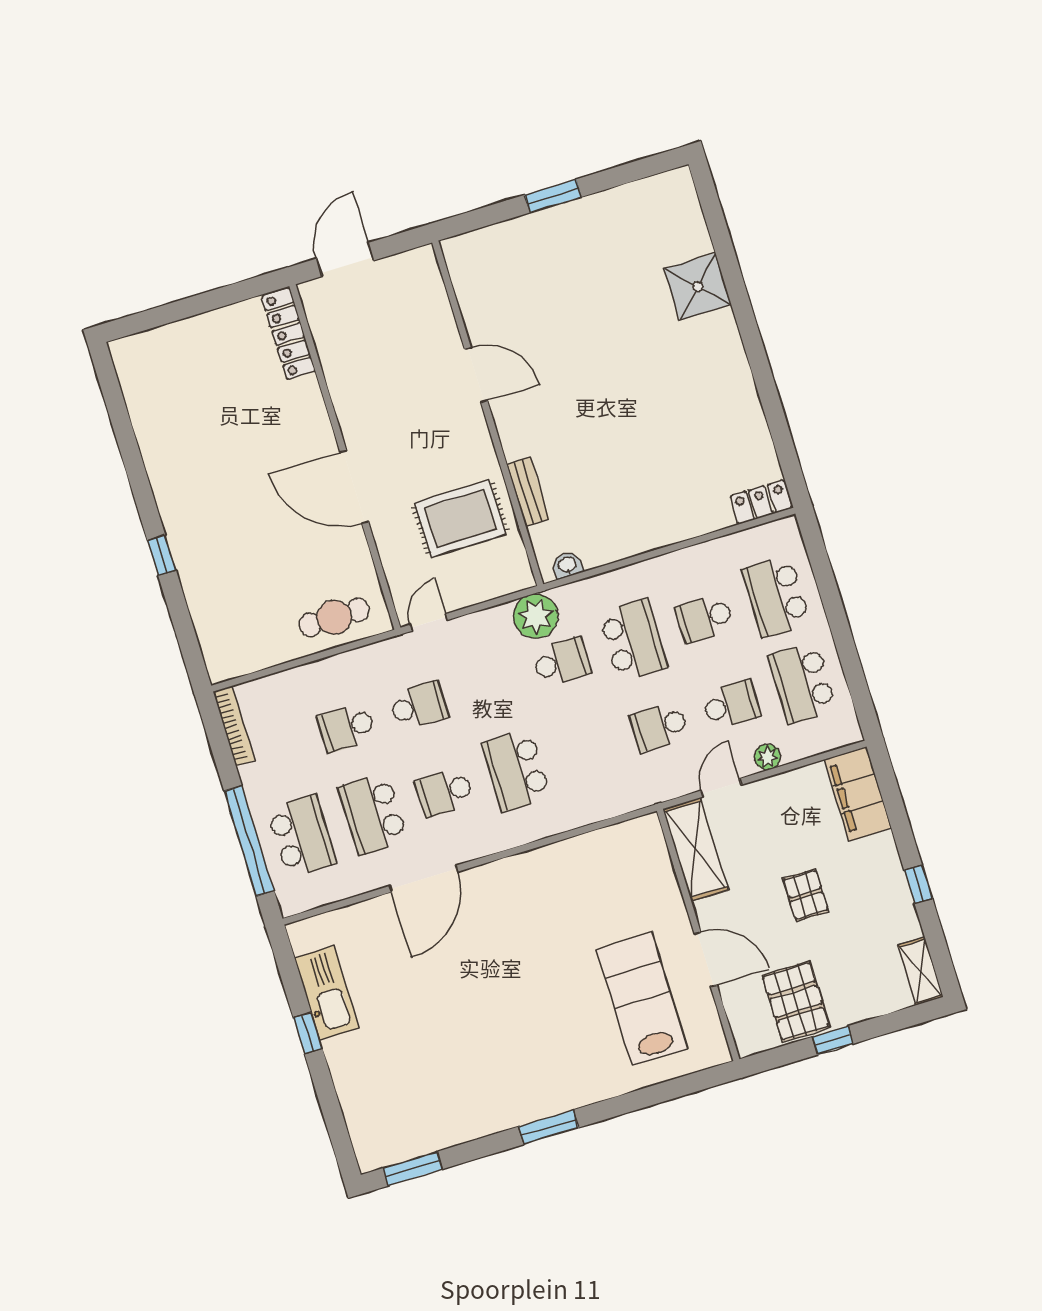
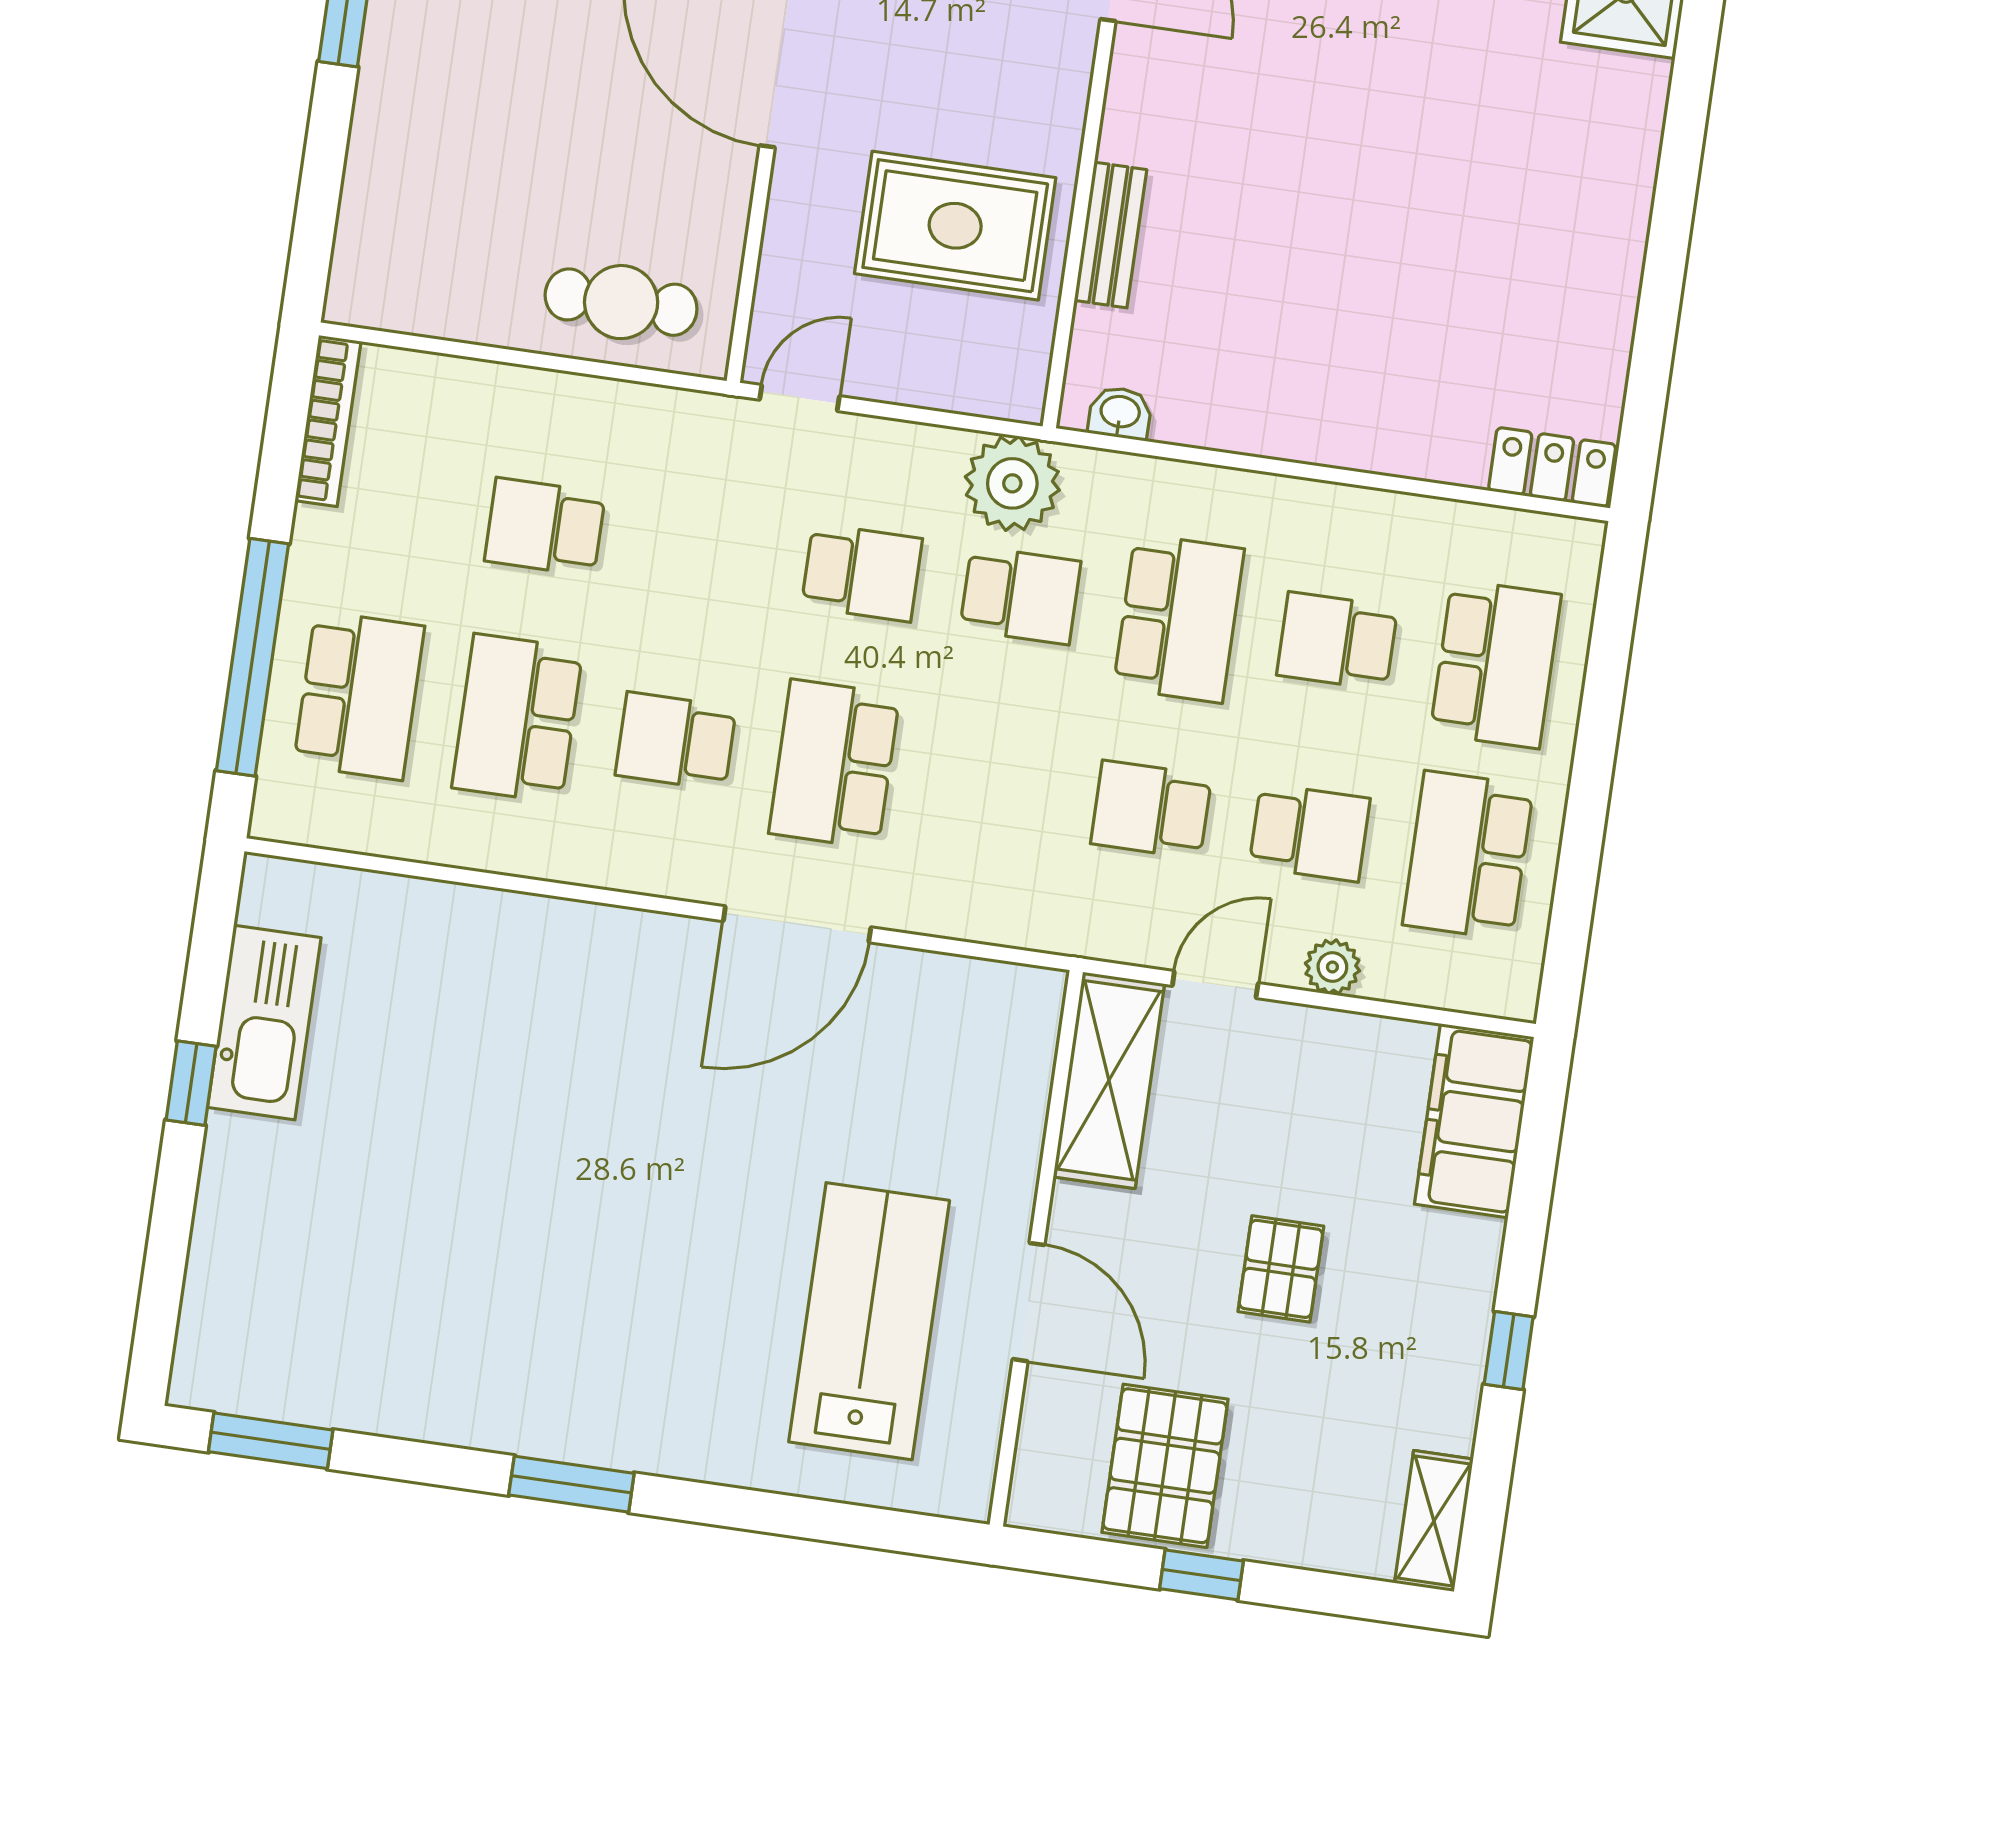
school desk: (776, 596) -> (1496, 664), turned 180
school desk: (418, 706) -> (862, 573), moved
door: (423, 879) -> (797, 924), moved

